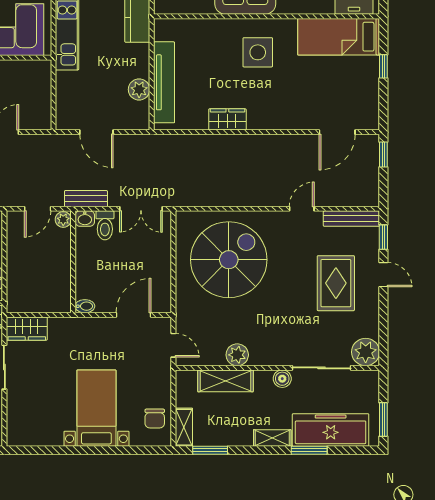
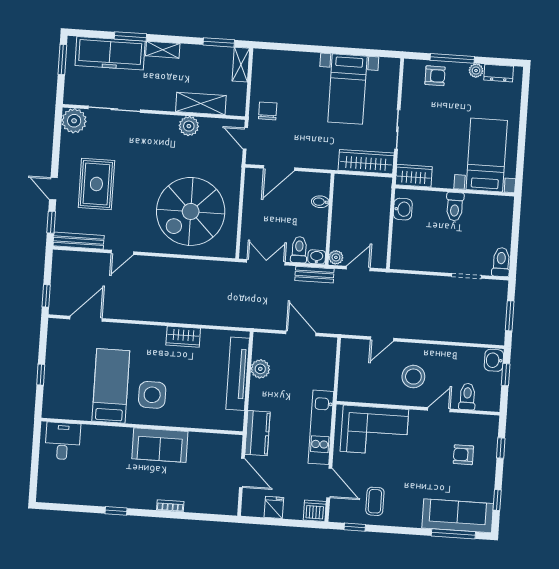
bed: (339, 37) -> (111, 386), moved, turned -90
bidet: (85, 306) -> (320, 202), moved
wardrobe: (27, 329) -> (366, 162), width x1.50
boiler: (282, 379) -> (150, 102), removed
bed with nightstands: (96, 408) -> (347, 89), moved
chair: (155, 419) -> (268, 111), moved

